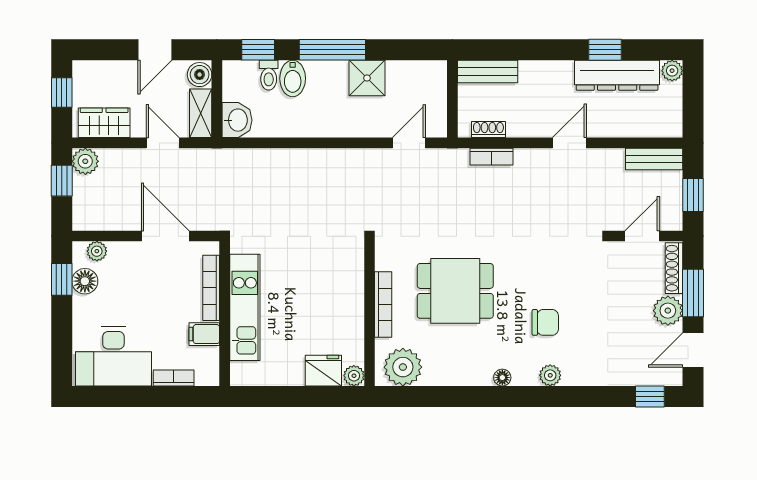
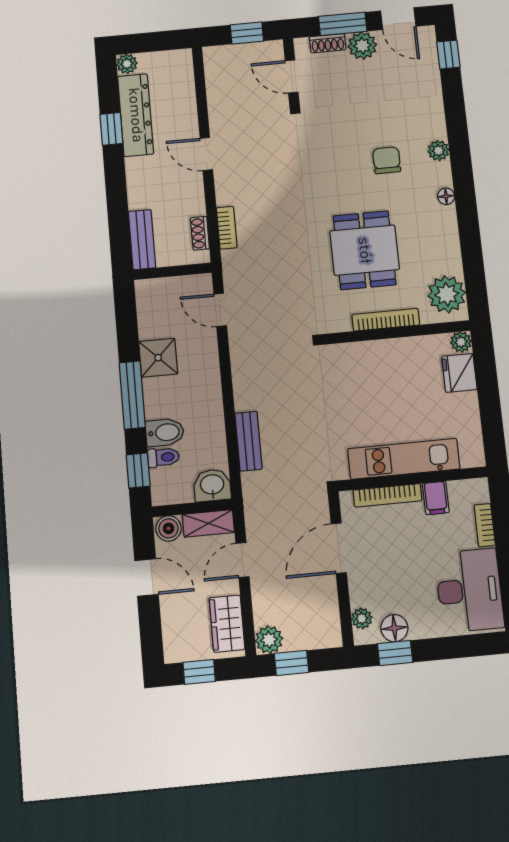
bench: (654, 159) -> (248, 441), moved
shoe rack: (674, 268) -> (328, 43), width x0.70

